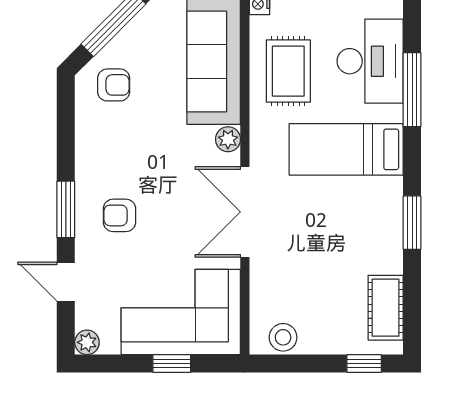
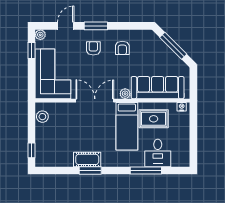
desk: (370, 61) -> (158, 153), width x0.73
armchair: (114, 85) -> (122, 48), moved
bed: (346, 149) -> (127, 126), moved, turned 180
cot: (386, 308) -> (87, 159), moved
window: (172, 363) -> (31, 51), moved

